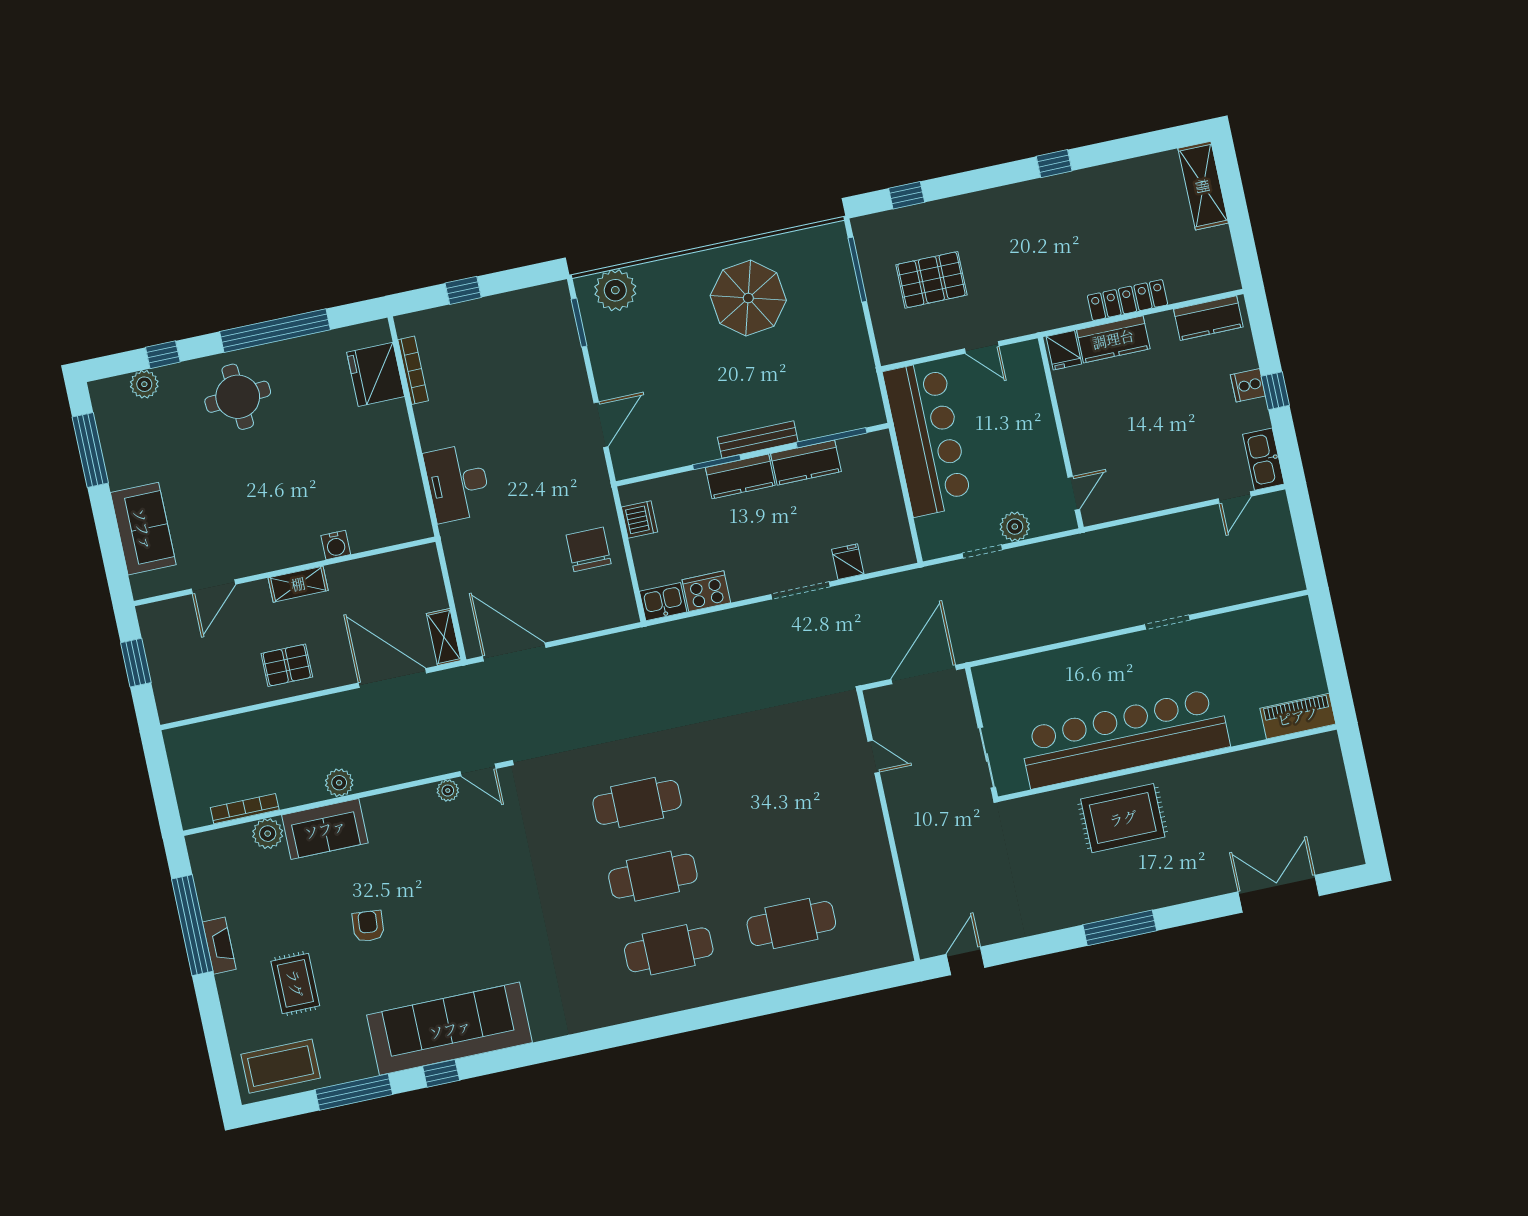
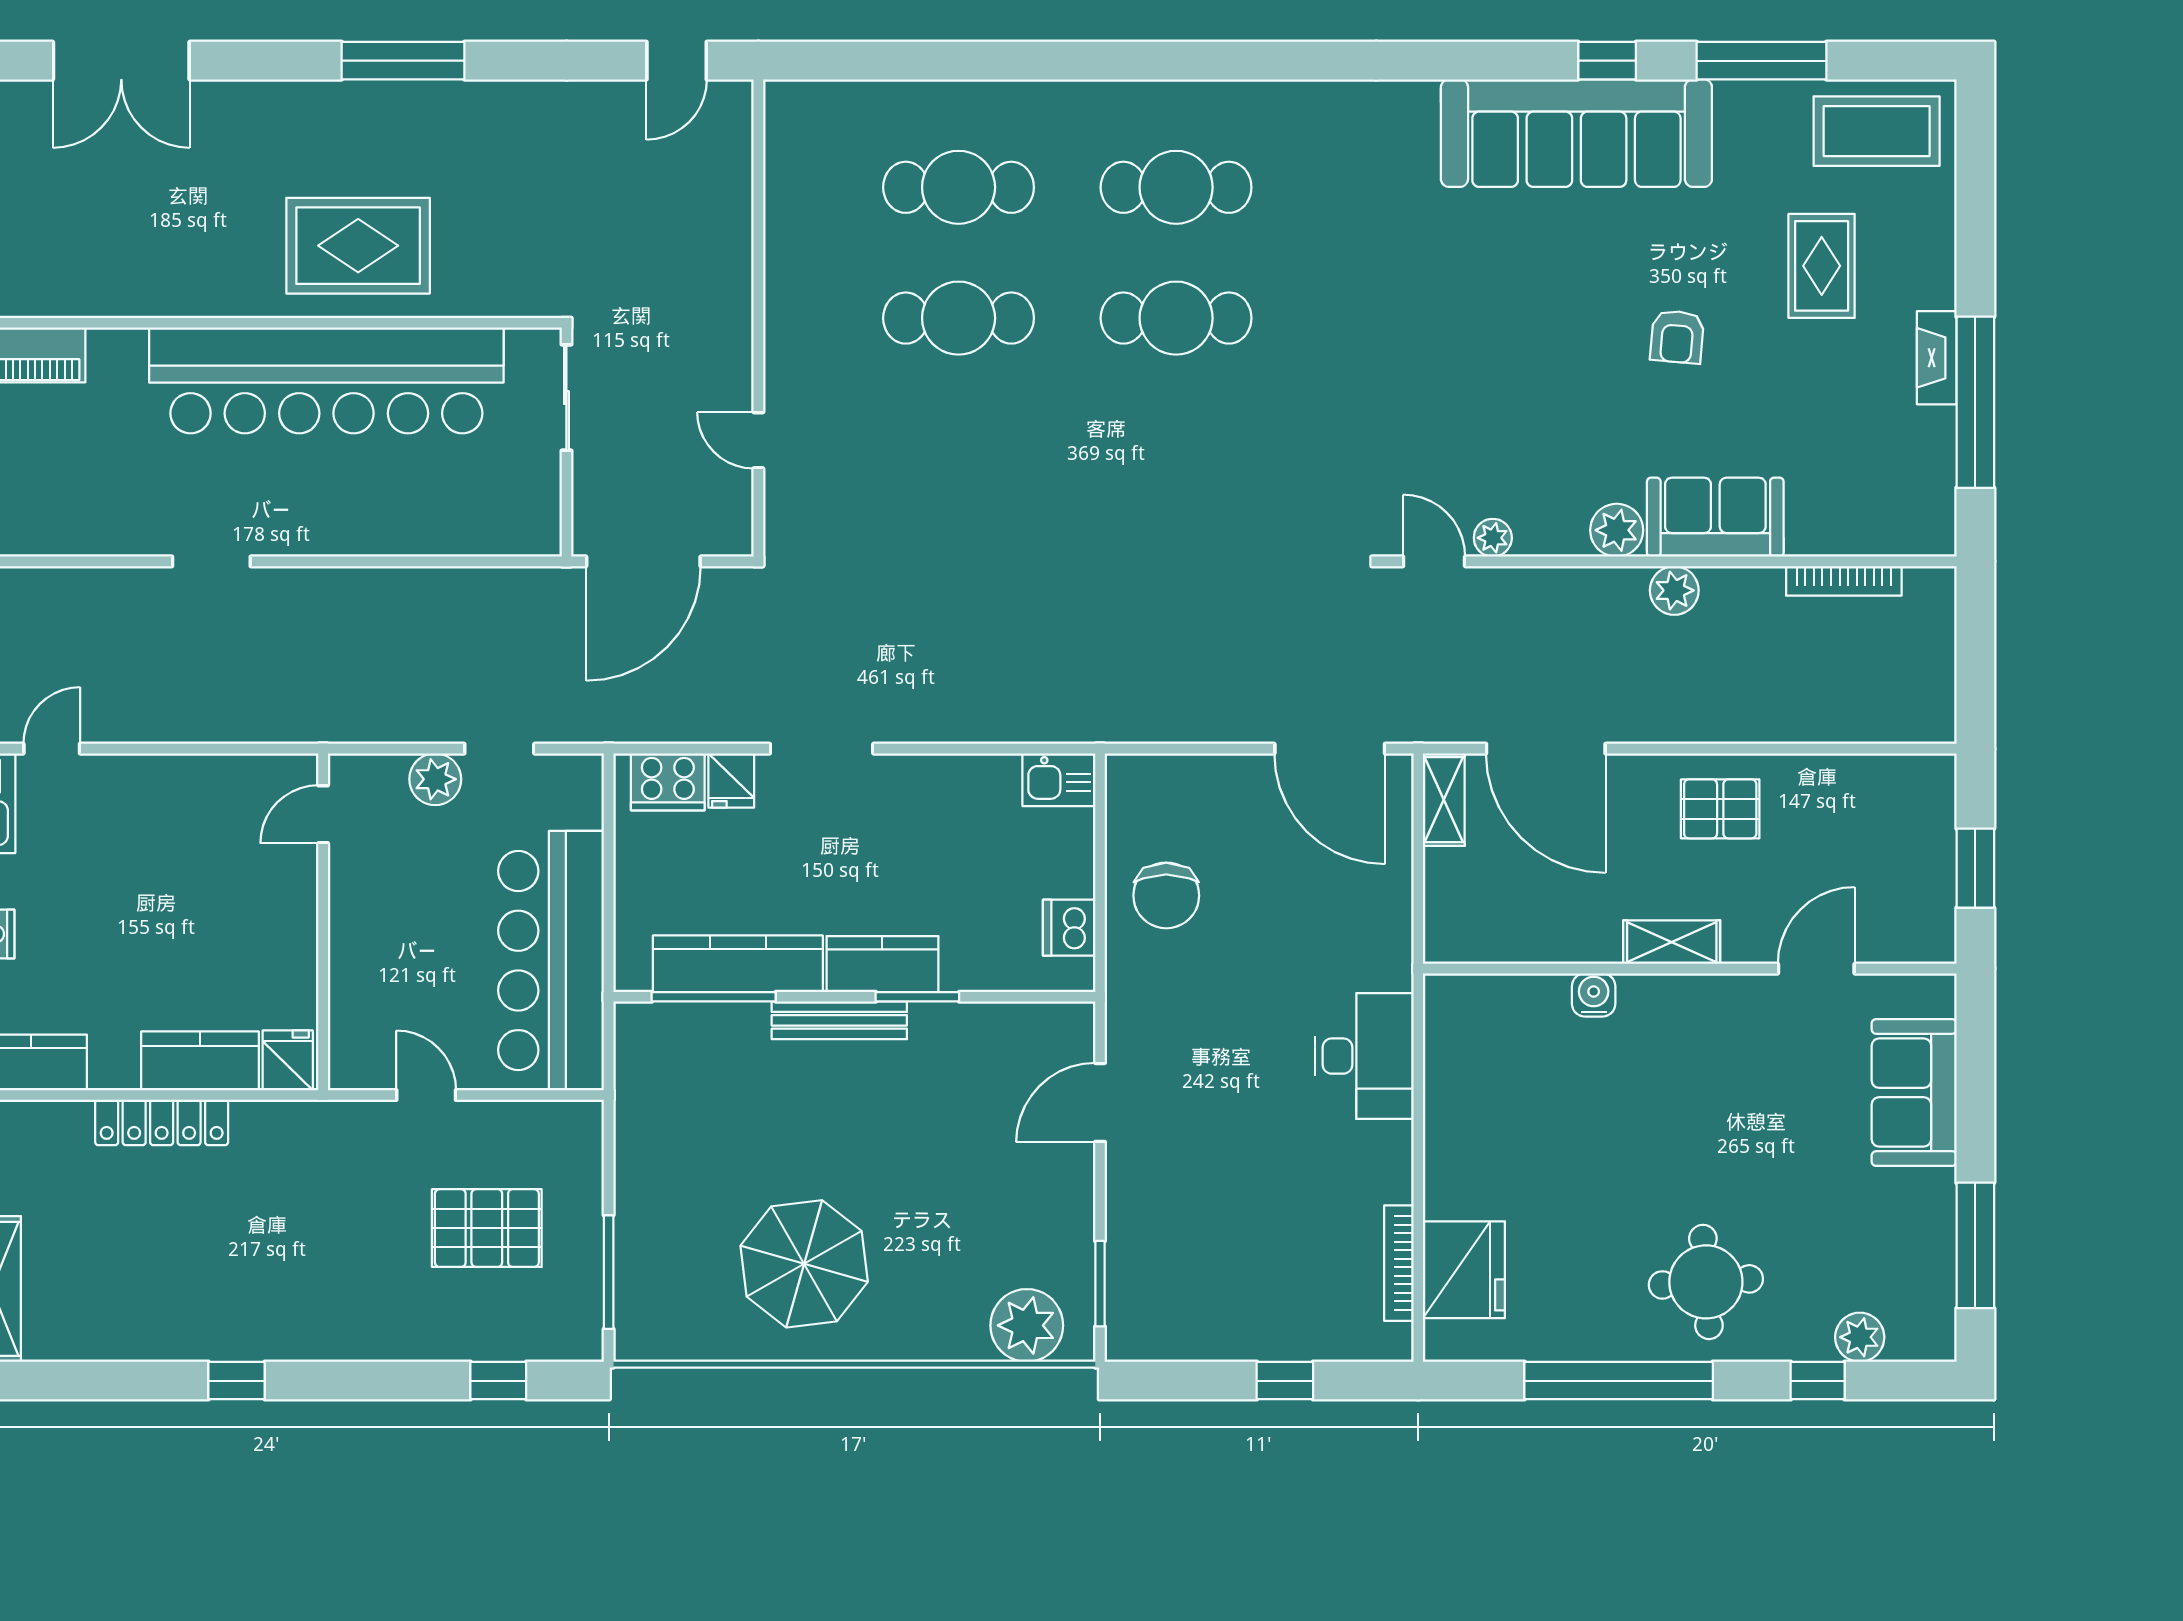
kitchen counter: (806, 463) -> (738, 964), width x1.50
cooker: (706, 591) -> (668, 782), moved
cafe table: (637, 802) -> (959, 318), moved
plant: (268, 834) -> (1617, 530), moved

